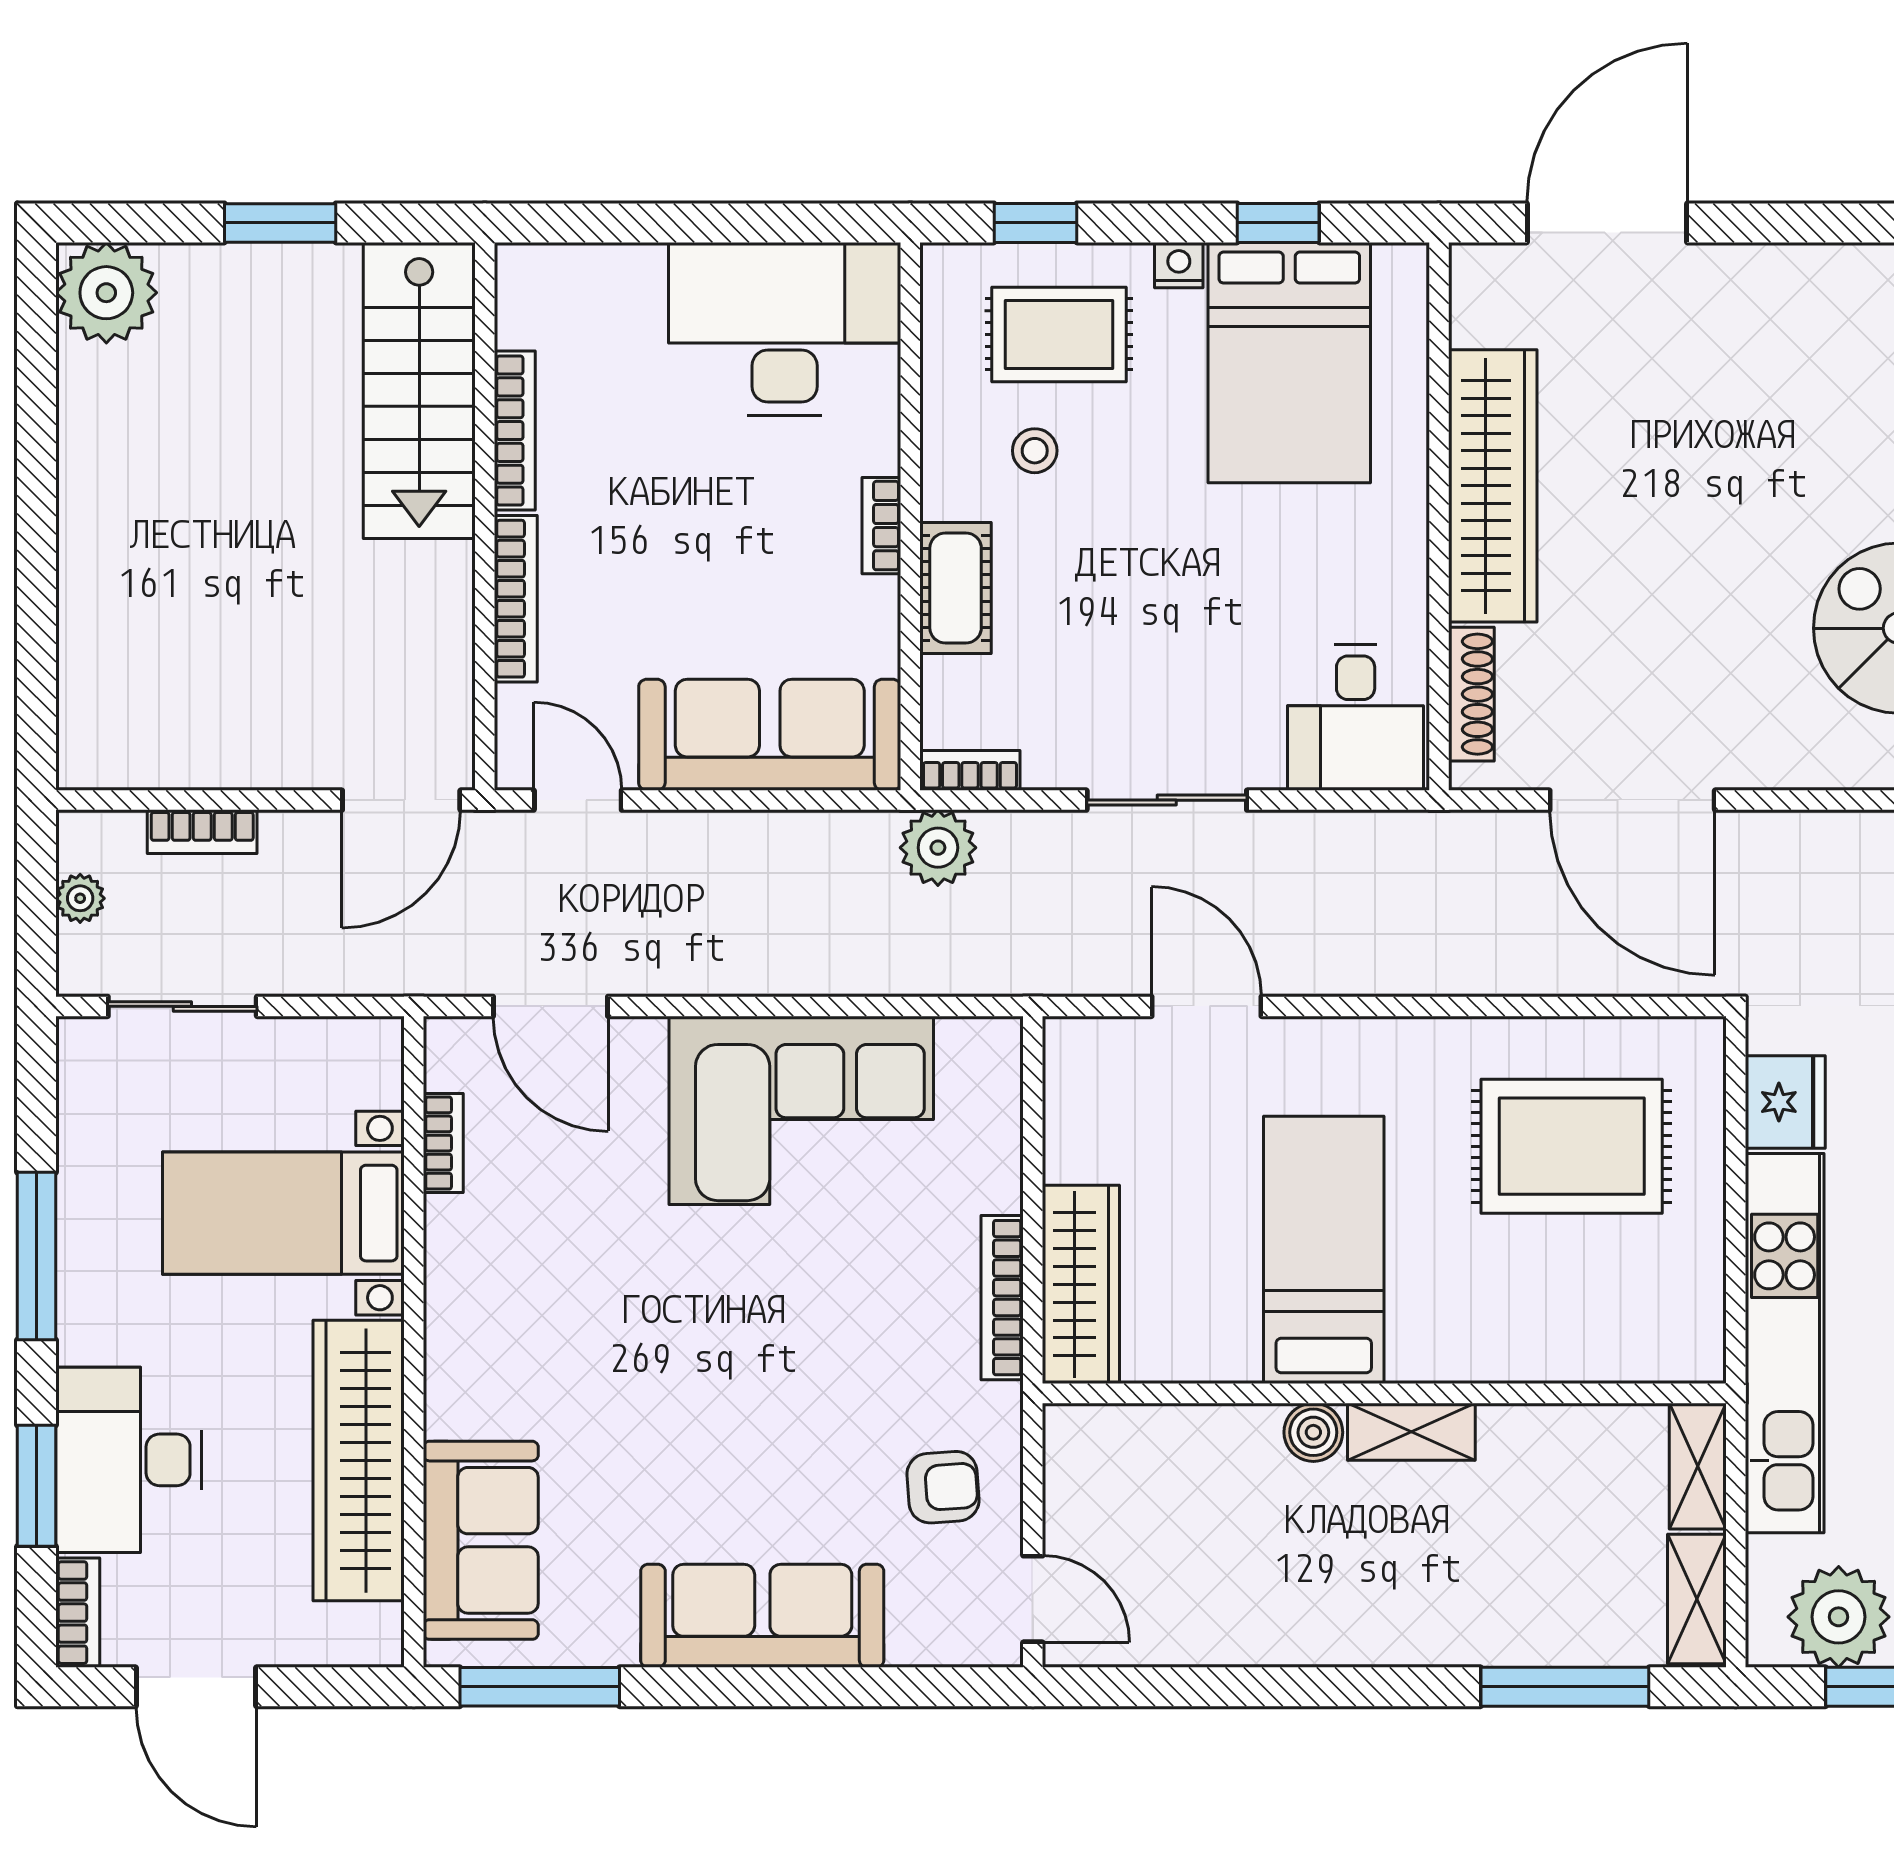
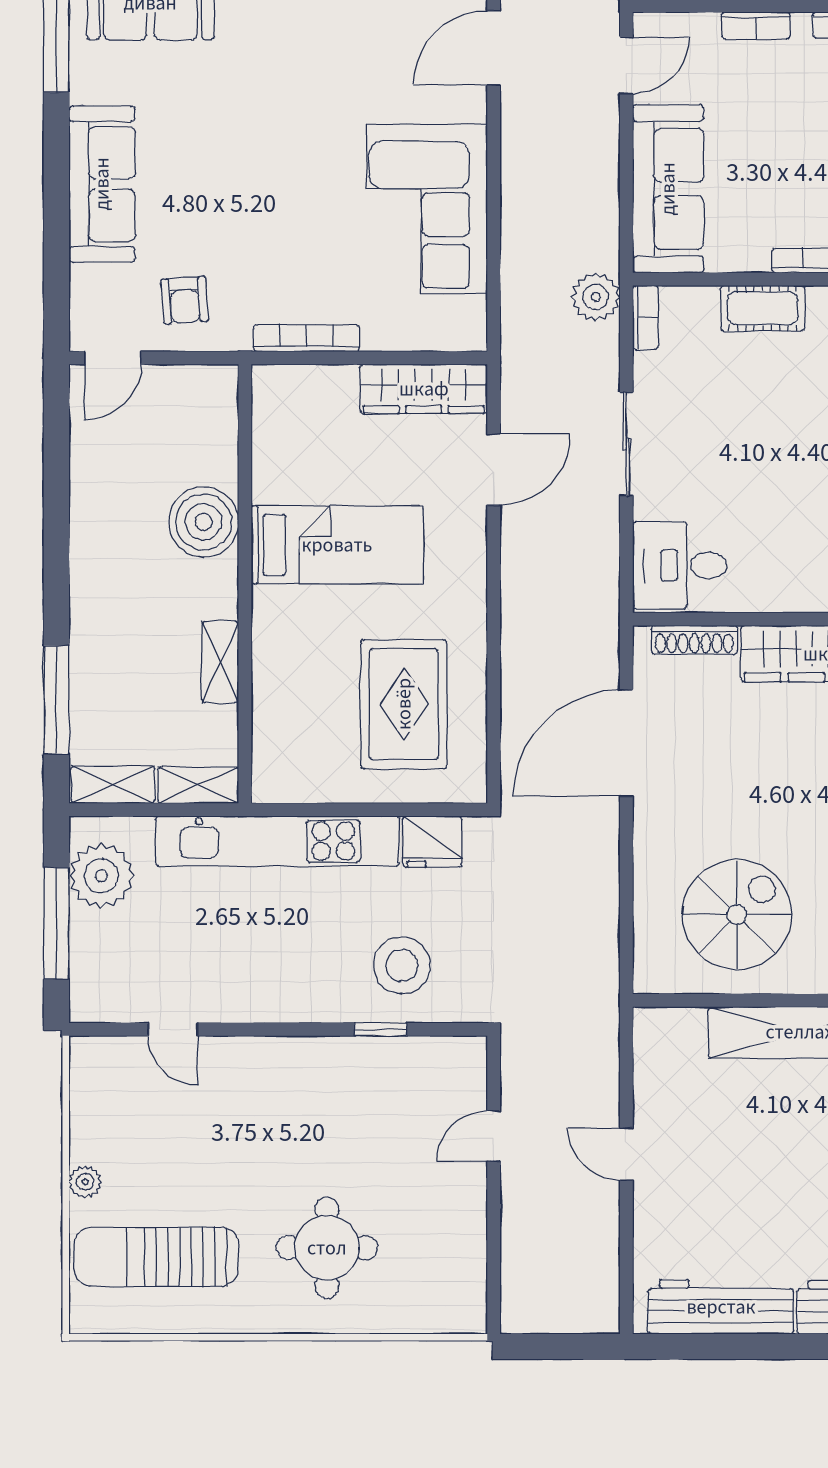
bookcase: (516, 599) -> (756, 26), width x0.64
wardrobe: (1081, 1284) -> (424, 389), moved
boiler: (1313, 1432) -> (204, 522), width x1.86, depth x1.86
shelving: (1411, 1432) -> (220, 662), moved

